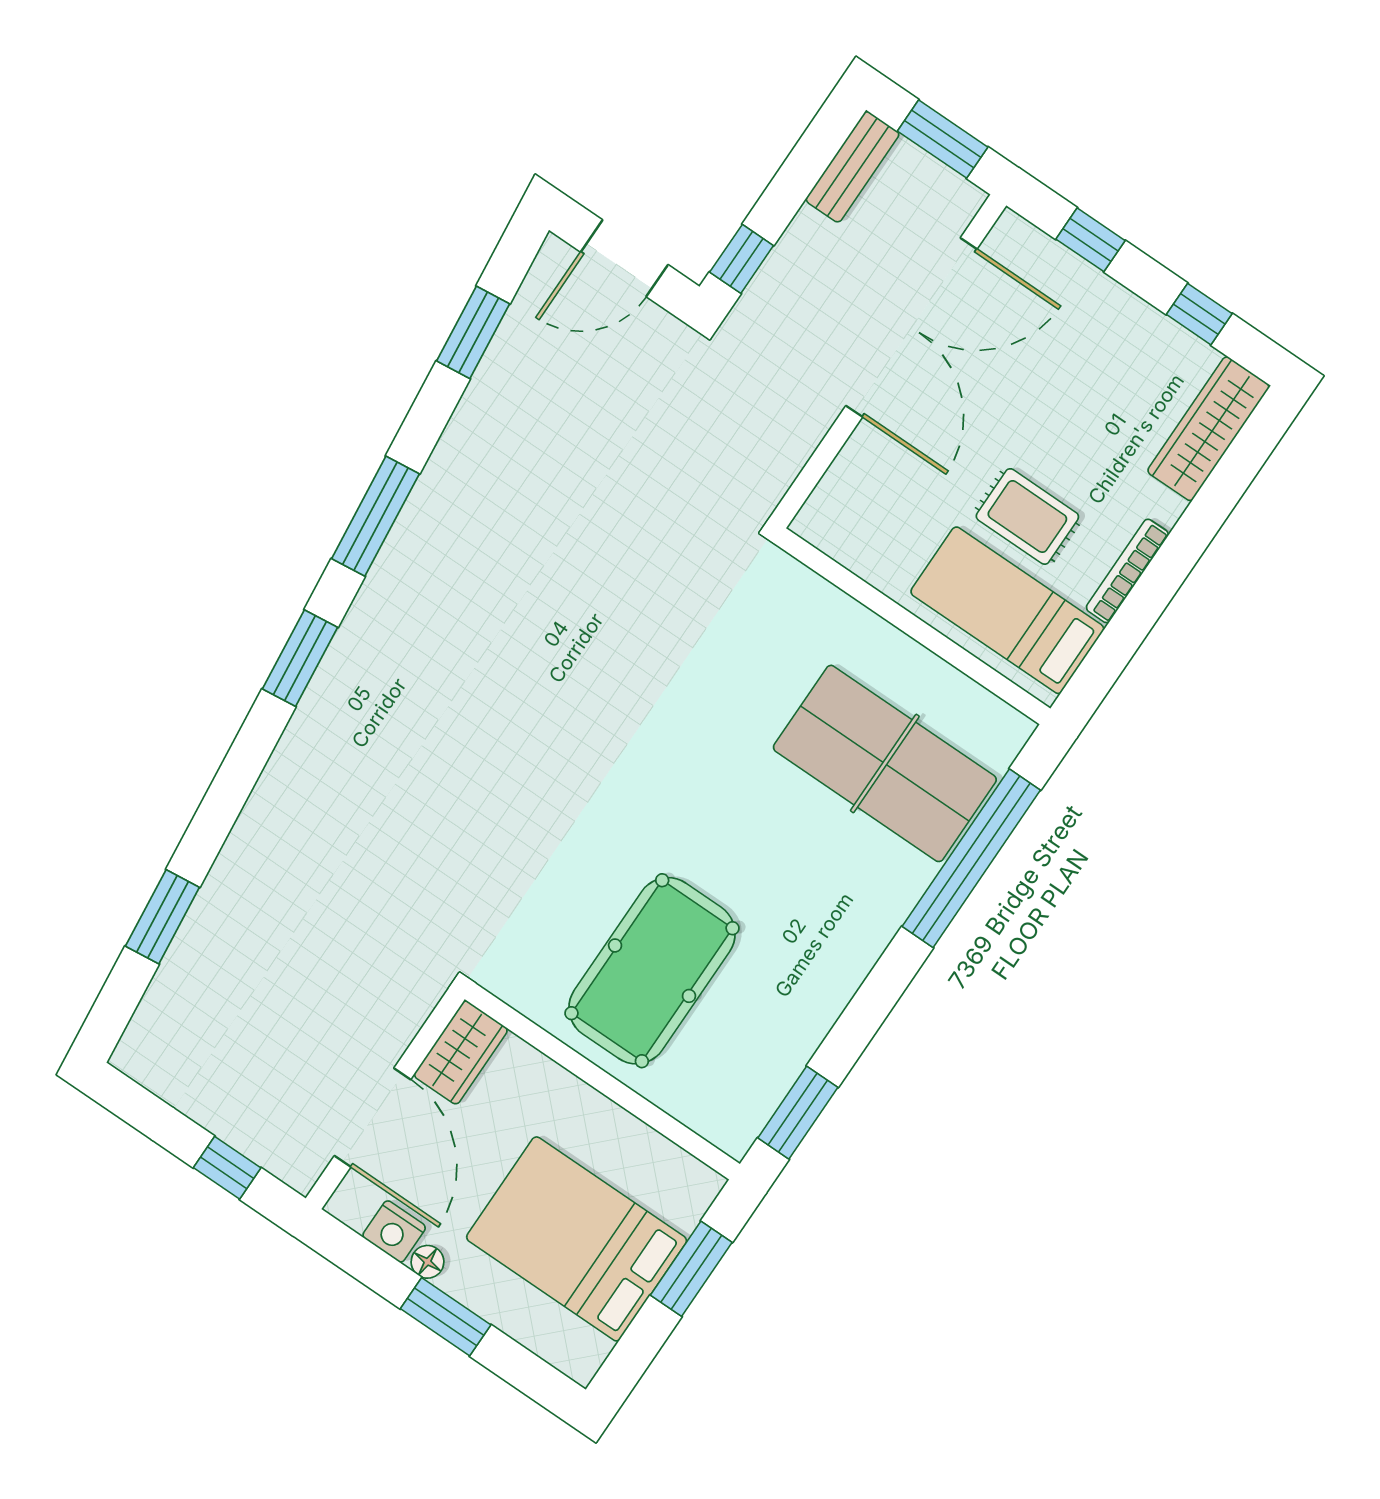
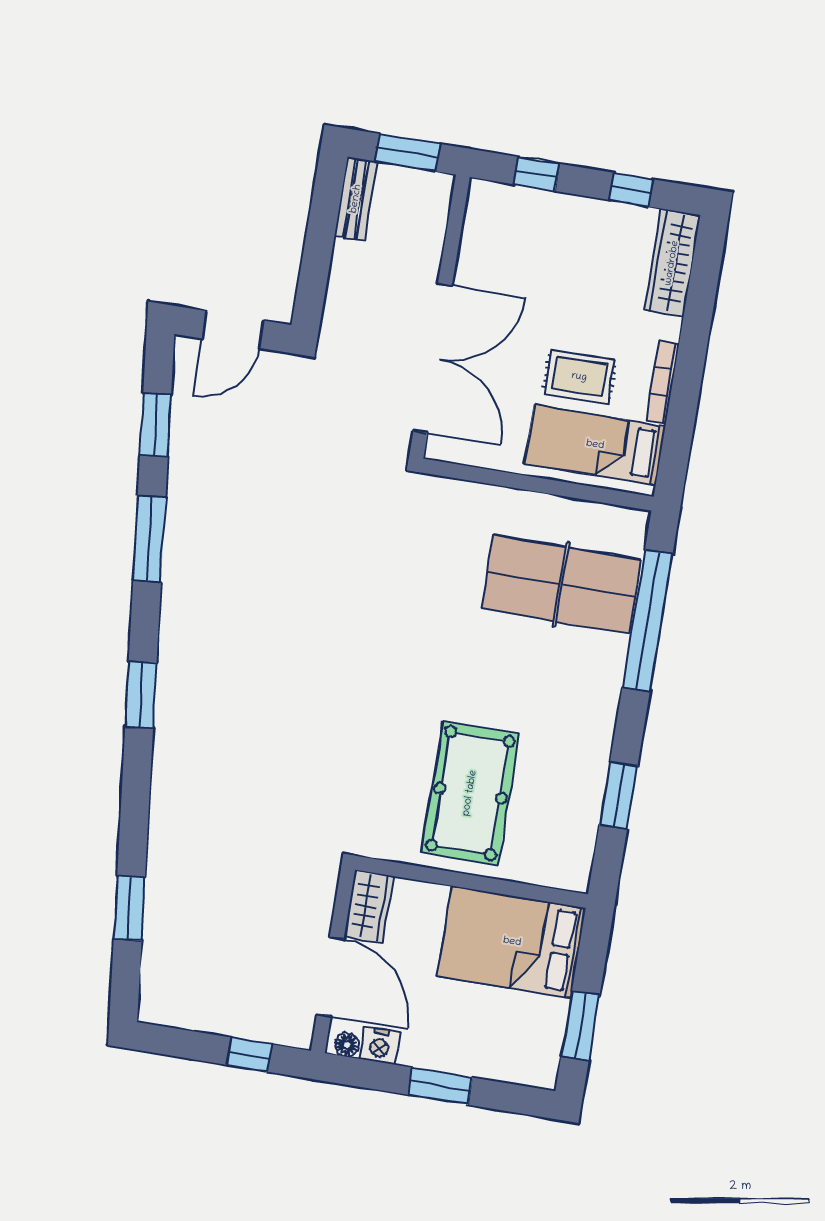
window: (742, 259) -> (311, 294), removed
double door: (911, 327) -> (433, 358), moved
window: (375, 516) -> (149, 539), moved
window: (798, 1113) -> (618, 796), moved
bed: (577, 1239) -> (512, 942), moved
floor lamp: (427, 1262) -> (347, 1045), moved
window: (691, 1269) -> (580, 1026), moved

